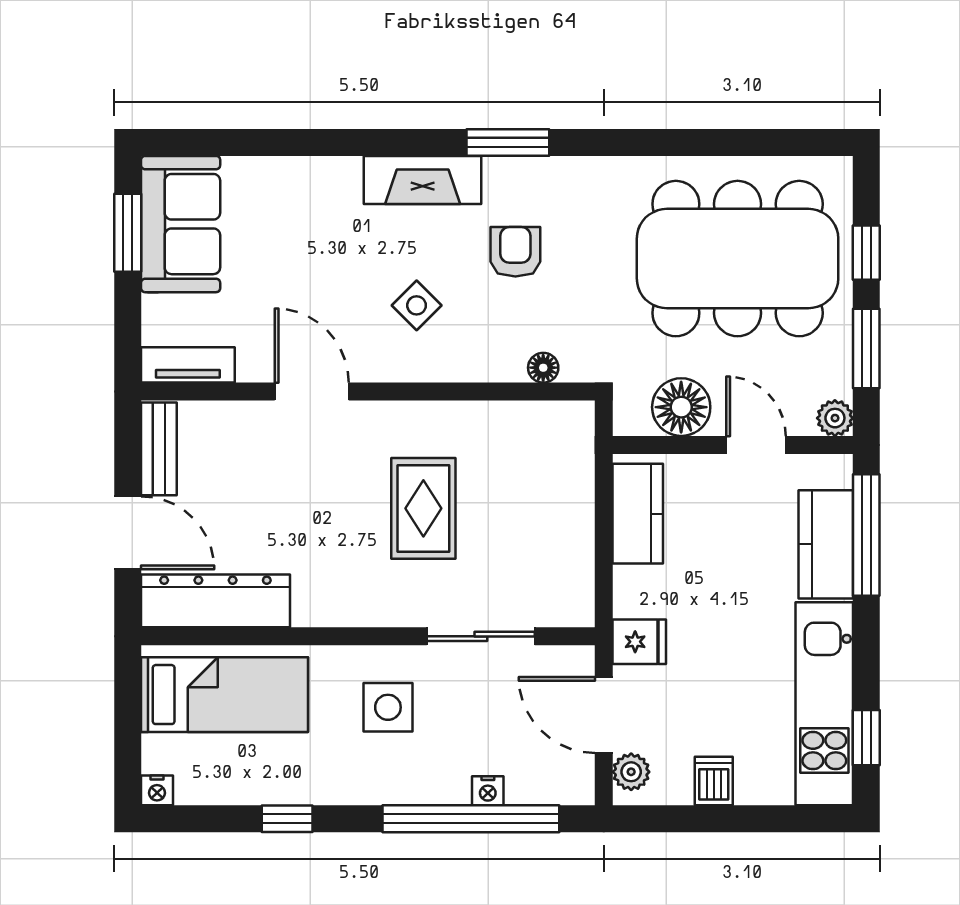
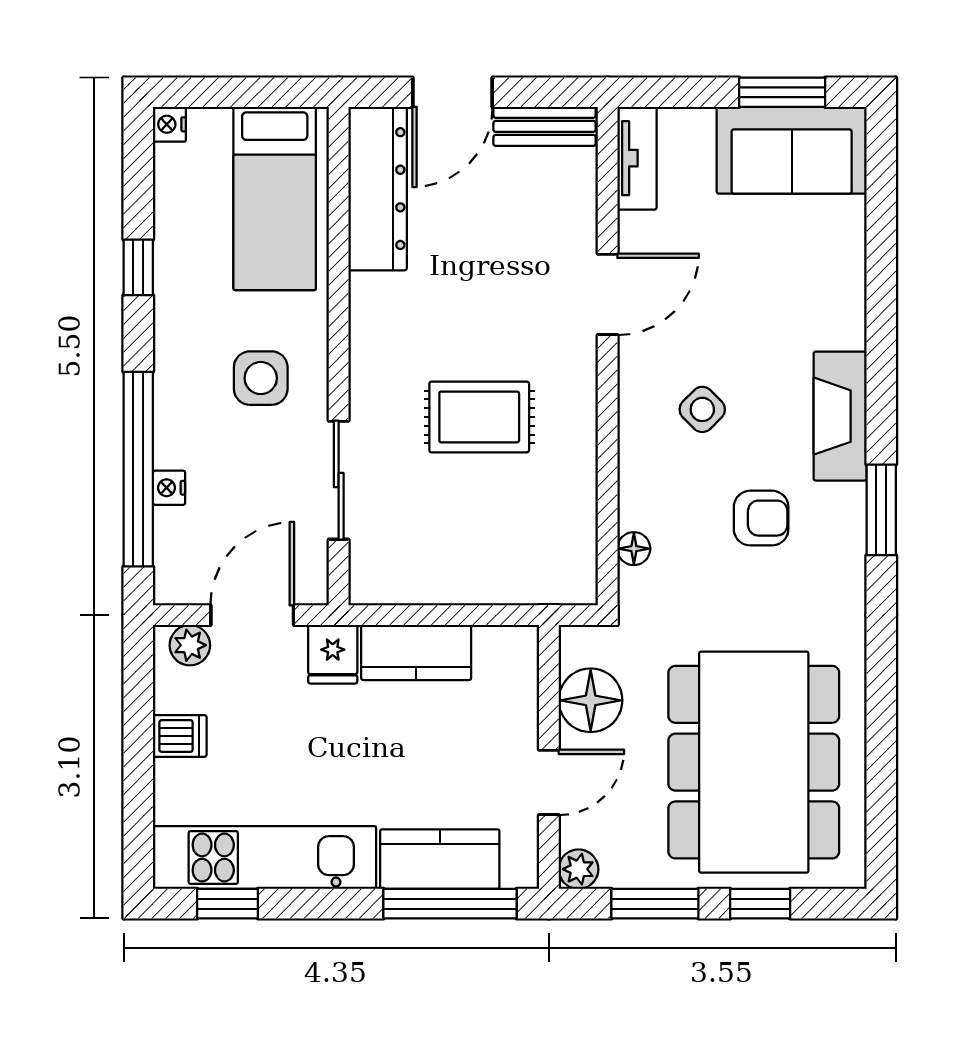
kitchen counter: (638, 514) -> (416, 653), moved

